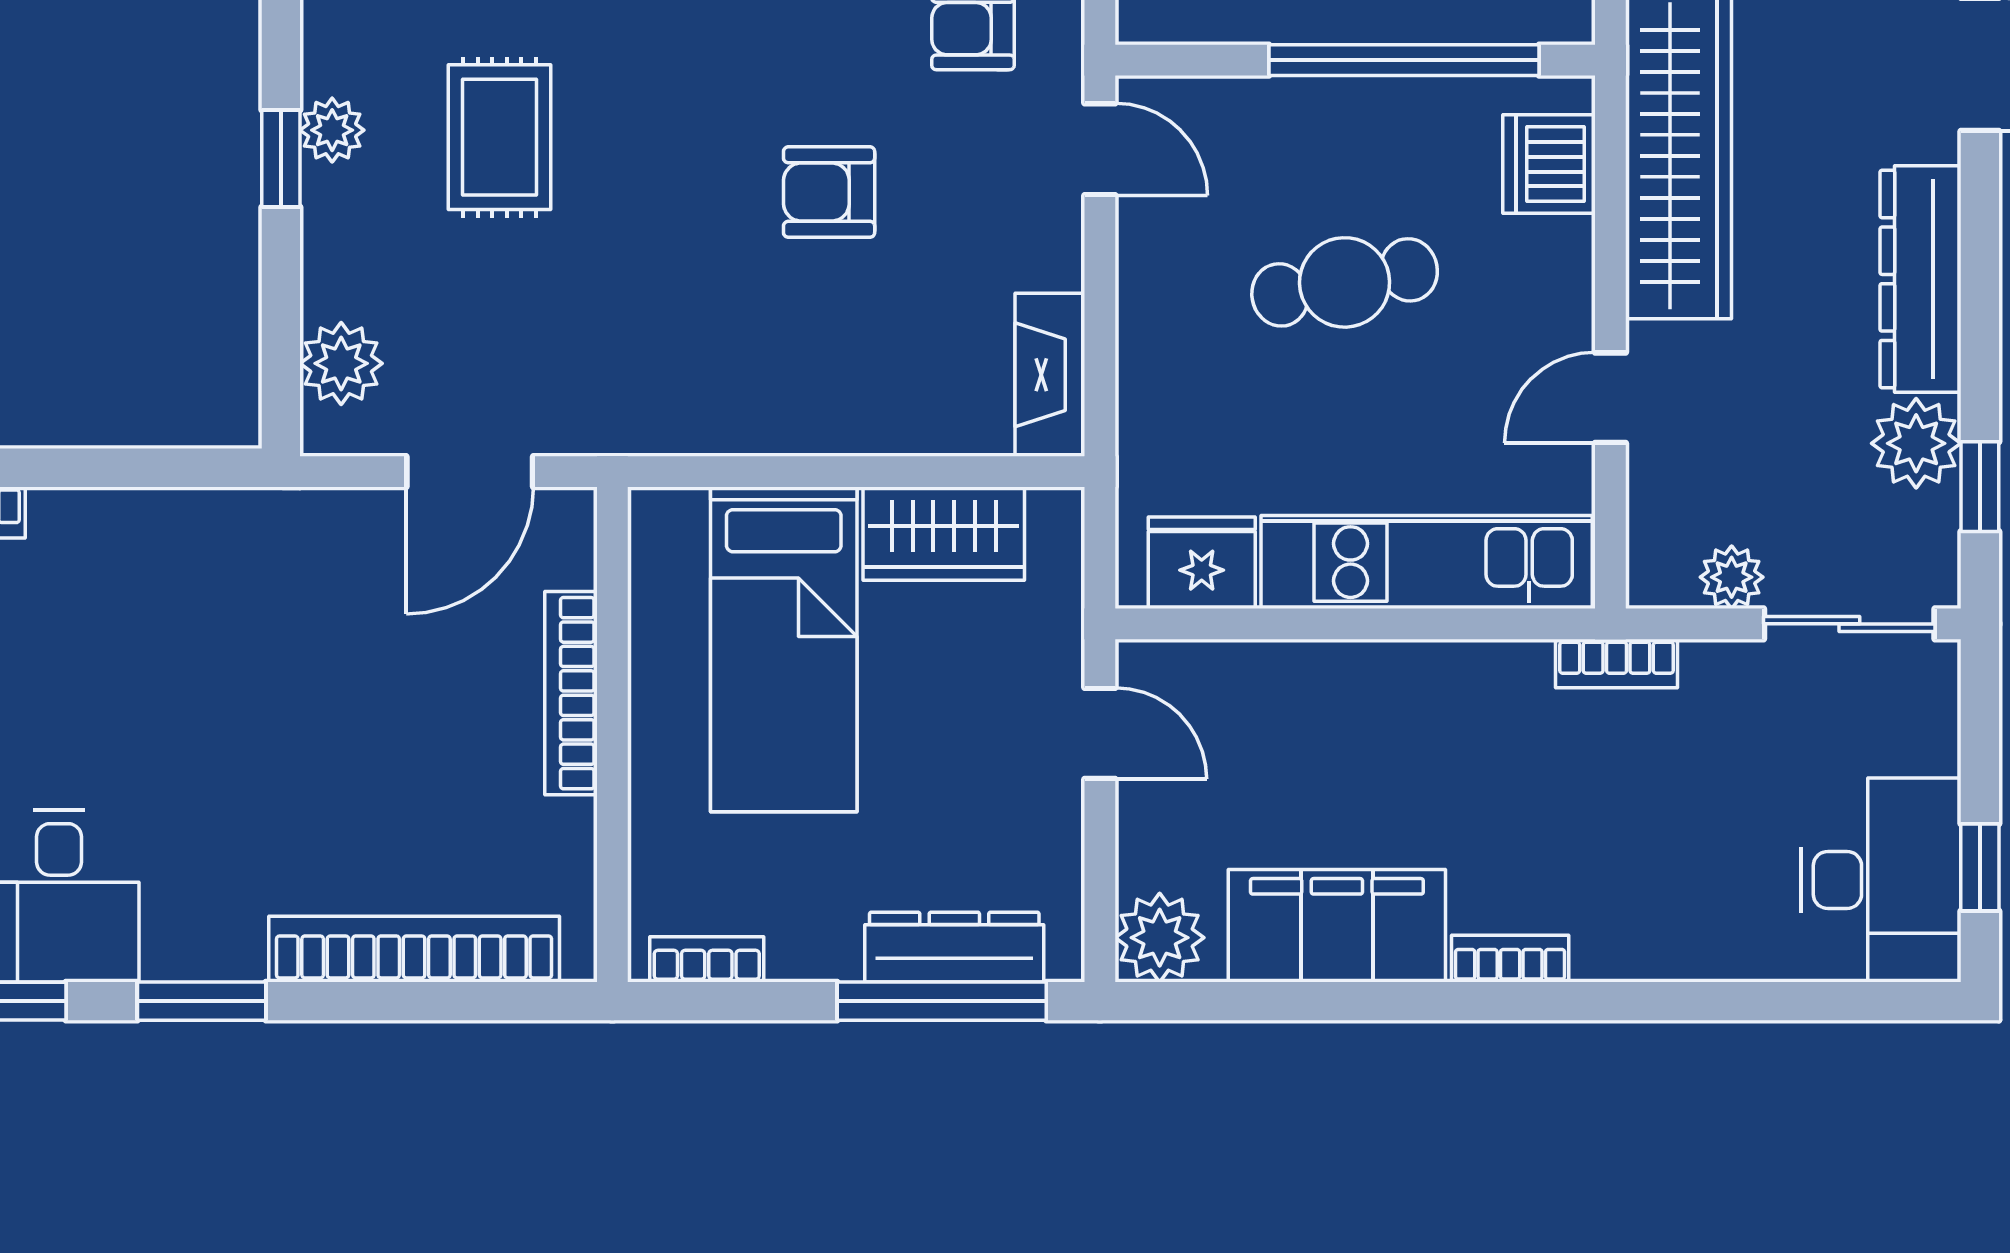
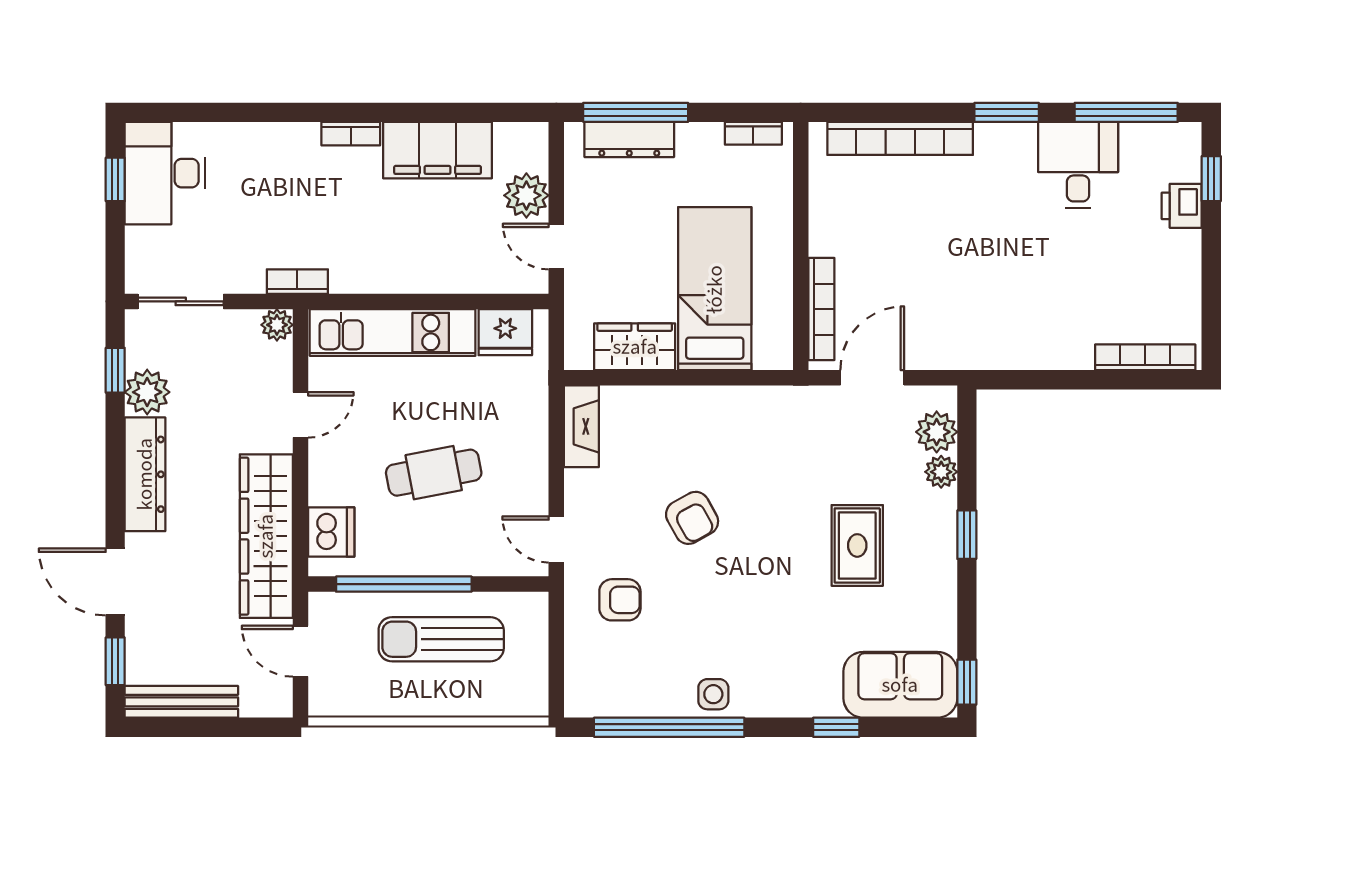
plant: (332, 130) -> (941, 472), moved
armchair: (829, 192) -> (692, 518), turned 61
plant: (1732, 577) -> (277, 325), moved
bookcase: (571, 693) -> (821, 309), moved
plant: (1160, 938) -> (526, 195), moved

